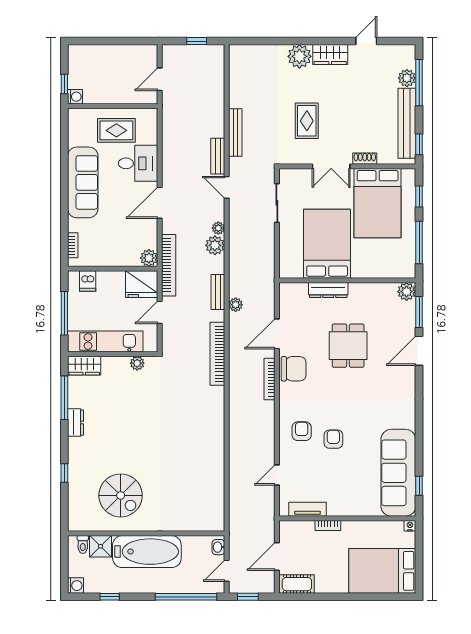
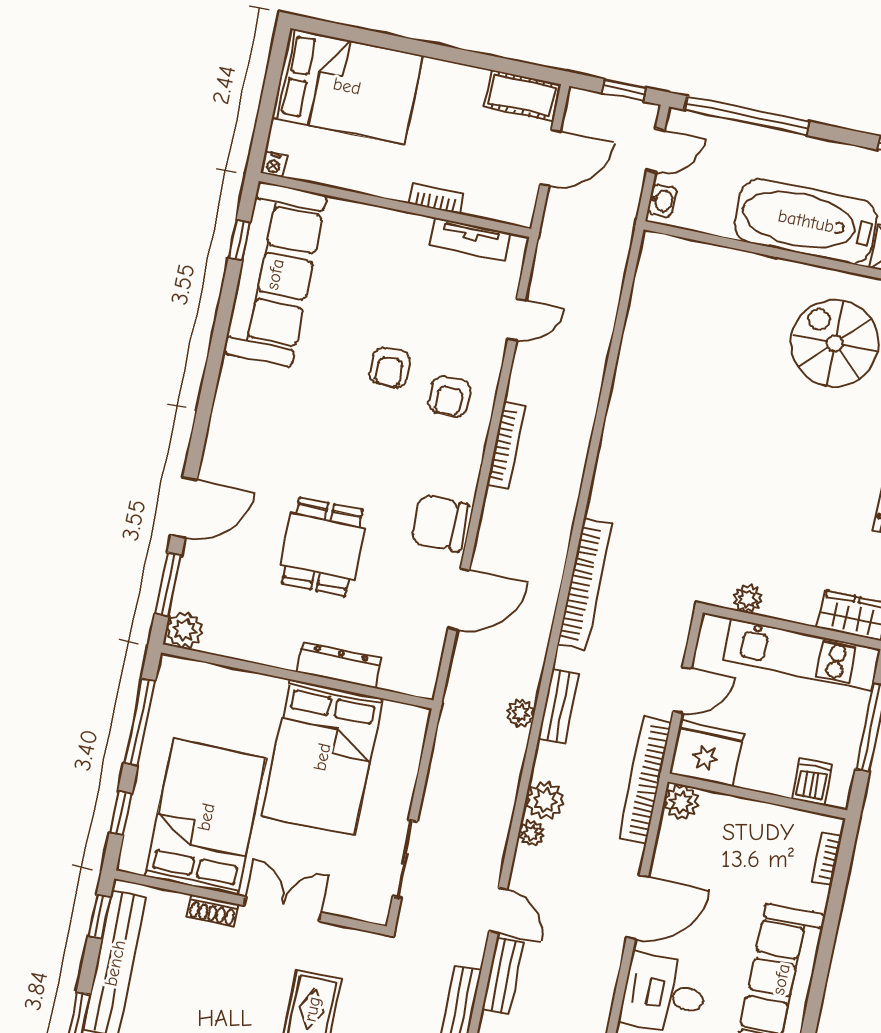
plant: (236, 305) -> (520, 713), moved
bookcase: (270, 379) -> (506, 445), moved

